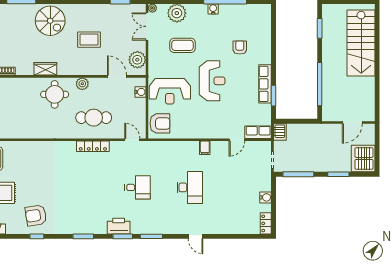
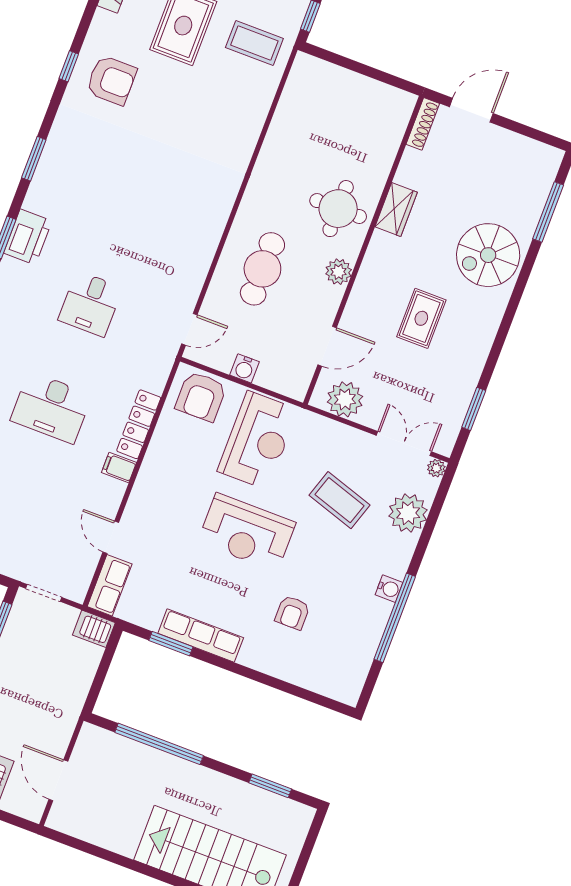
coffee table: (183, 45) -> (340, 500), turned -72
armchair: (240, 47) -> (292, 613), turned 90
reception desk: (170, 91) -> (258, 440), turned 180
water cooler: (140, 92) -> (244, 368), moved
locker: (93, 146) -> (139, 424), moved
armchair: (36, 215) -> (111, 80), turned 99

